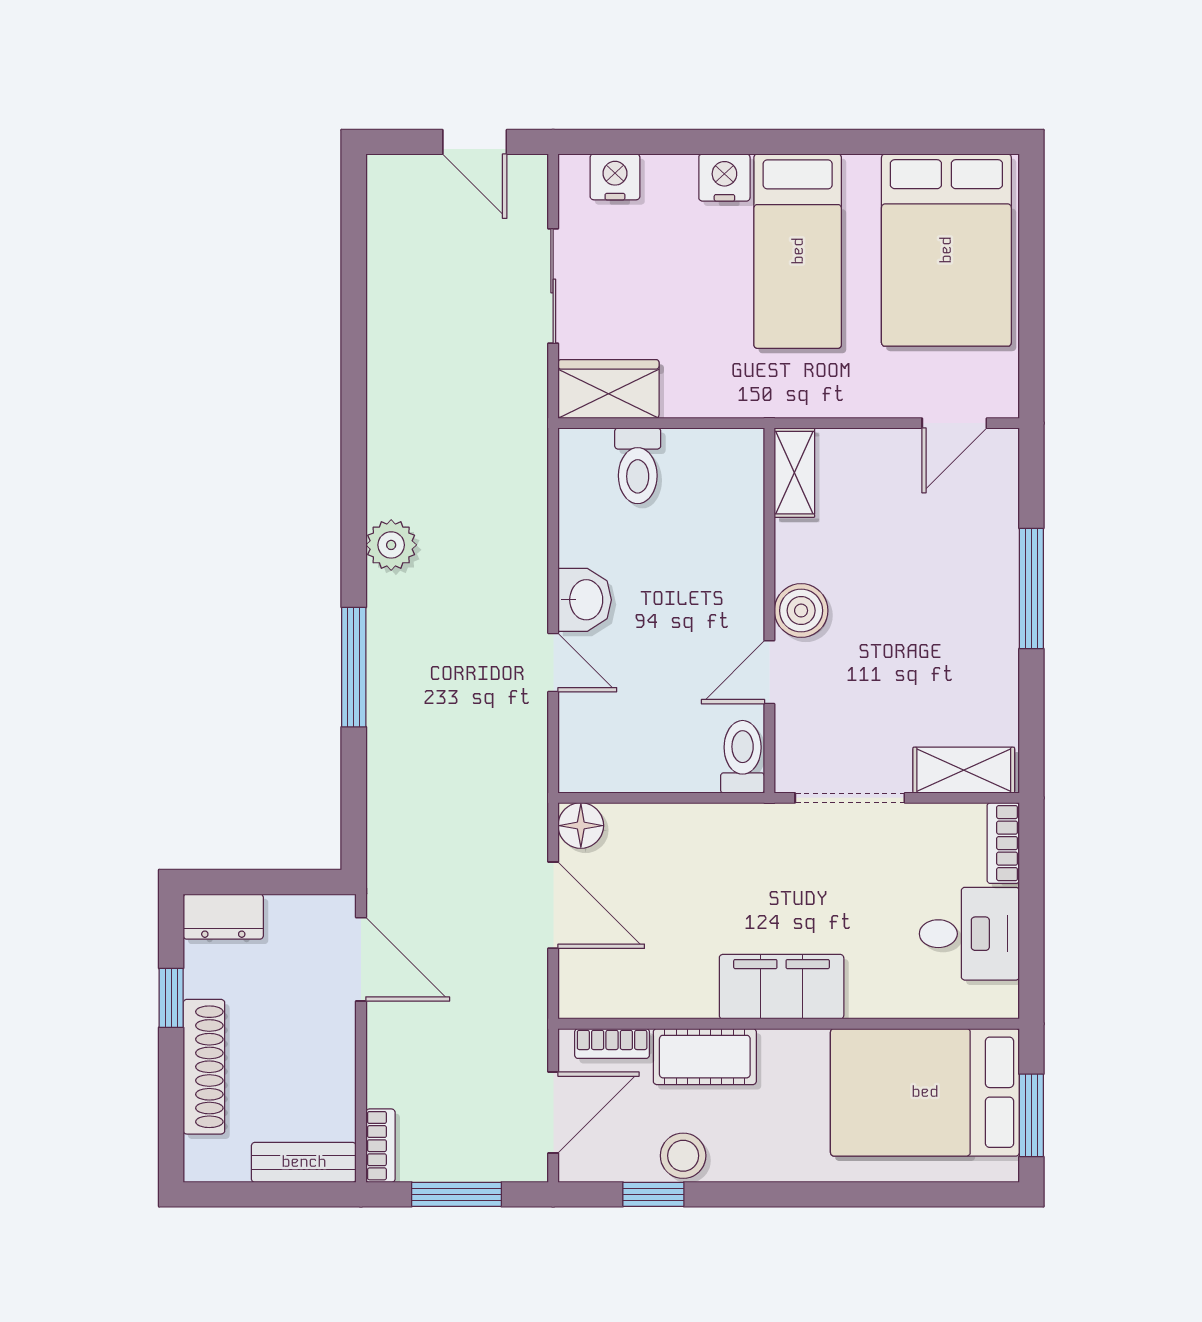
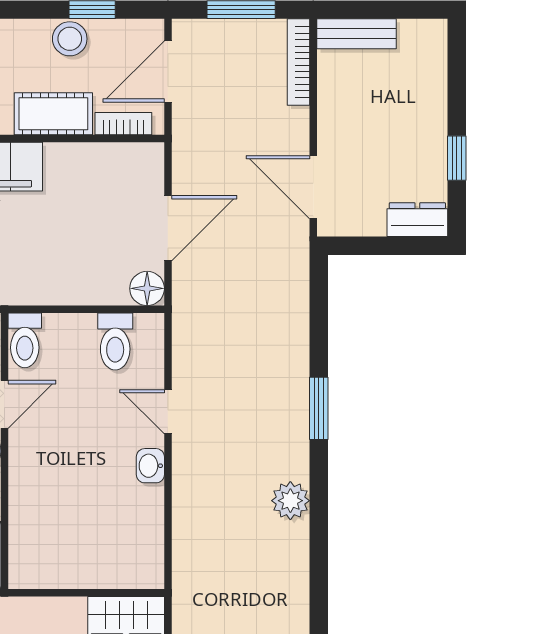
toilet: (638, 466) -> (115, 342), moved, turned 180
washbasin: (585, 600) -> (150, 466), width x0.72, depth x0.69
window: (354, 667) -> (319, 408), width x0.69
door: (553, 905) -> (168, 228), swing flipped
shoe rack: (204, 1067) -> (432, 106), removed
bookcase: (380, 1146) -> (299, 62), width x1.56

